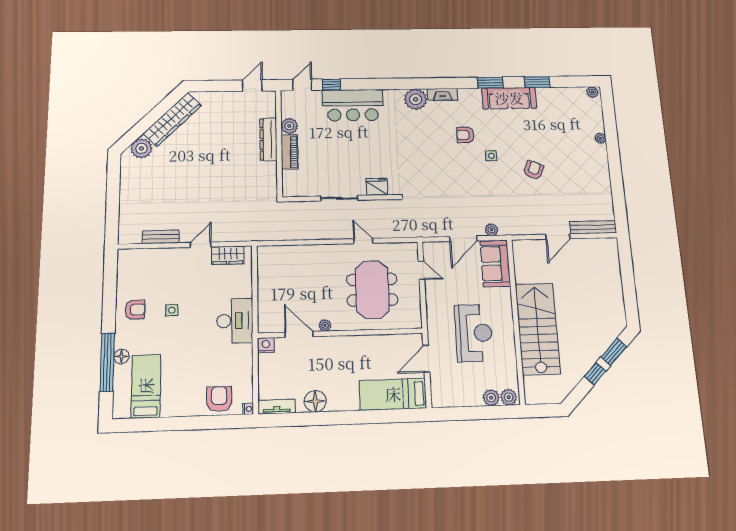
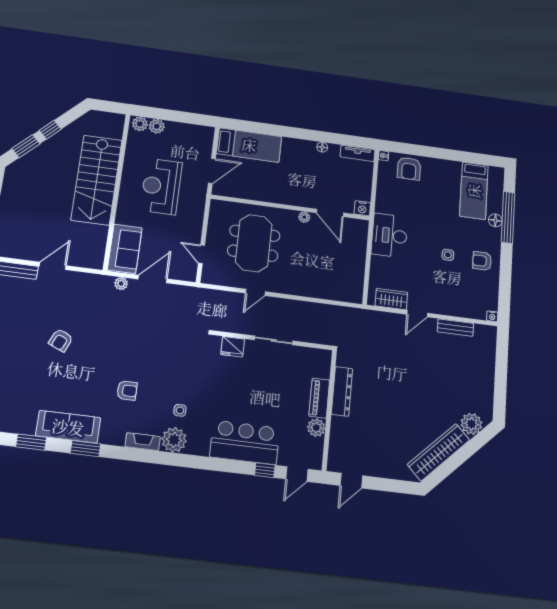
dresser: (268, 139) -> (342, 391), moved
side table: (491, 156) -> (180, 410), moved
door: (363, 241) -> (255, 292), hinge flipped
nightstand: (123, 254) -> (492, 316), added
floor lamp: (315, 401) -> (322, 147), width x0.53, depth x0.53

